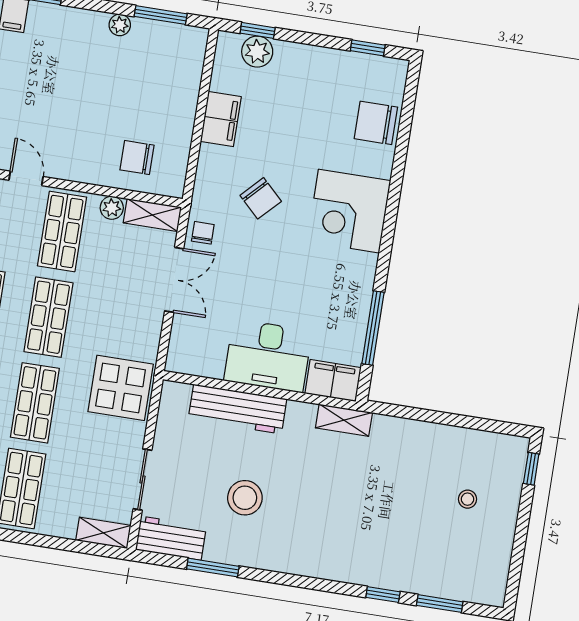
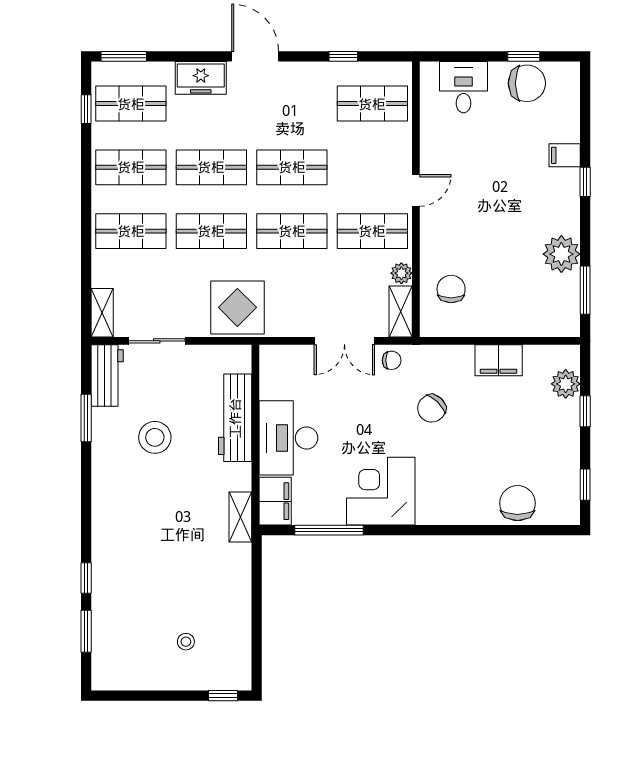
plant: (120, 25) -> (561, 254), width x1.88, depth x1.88
window: (258, 30) -> (585, 411), moved
corner desk: (349, 211) -> (381, 491), moved

